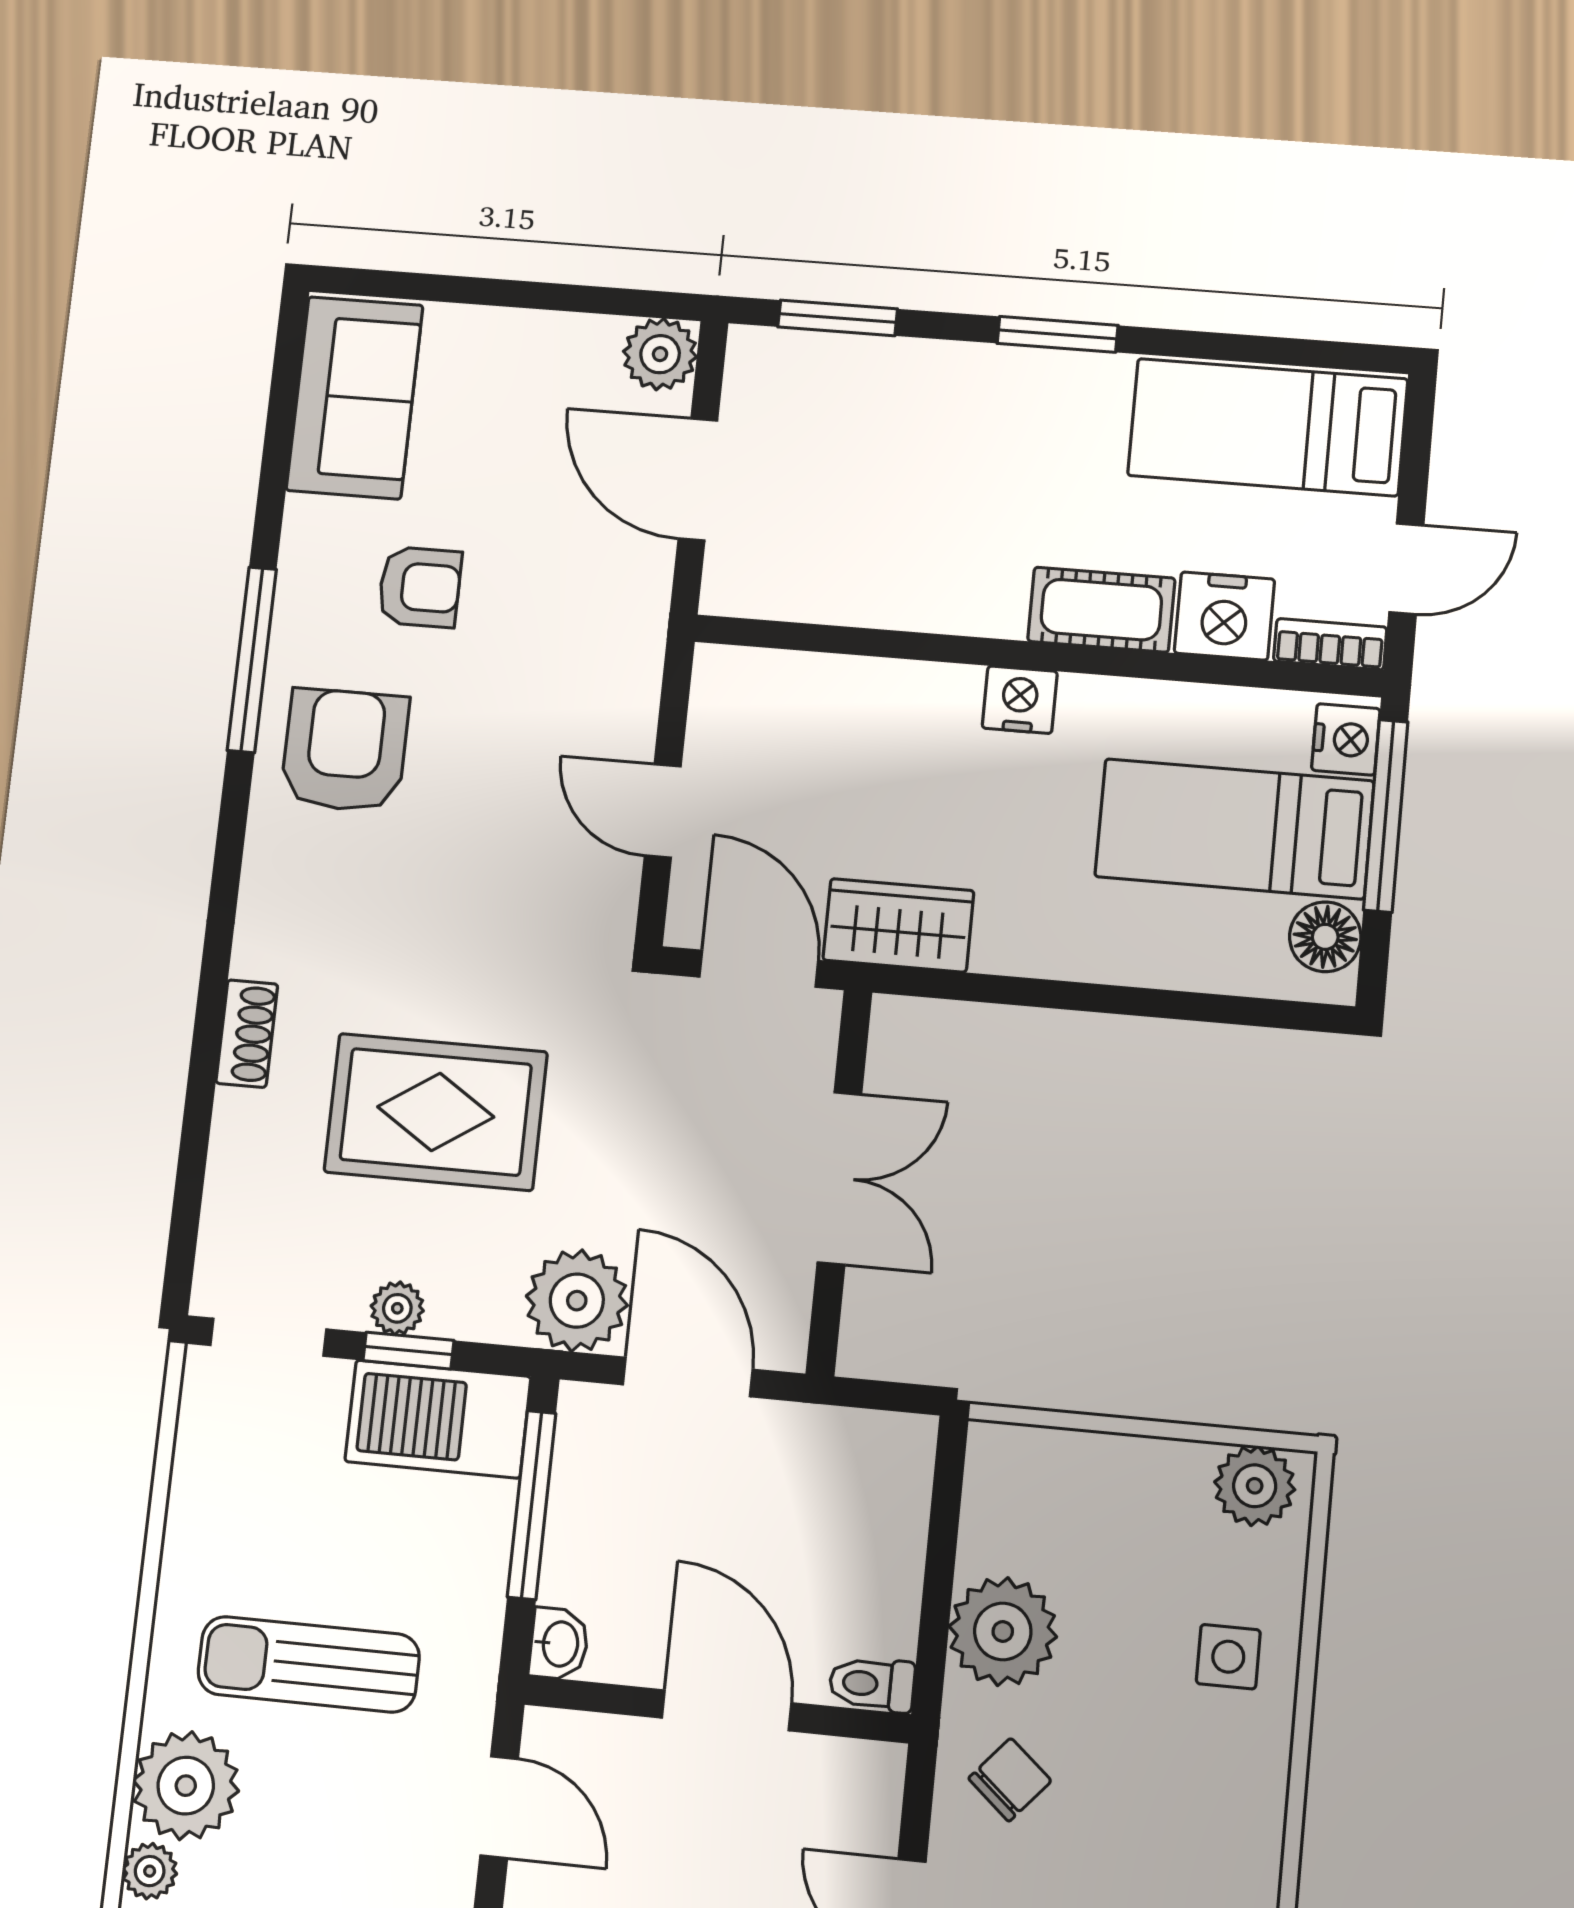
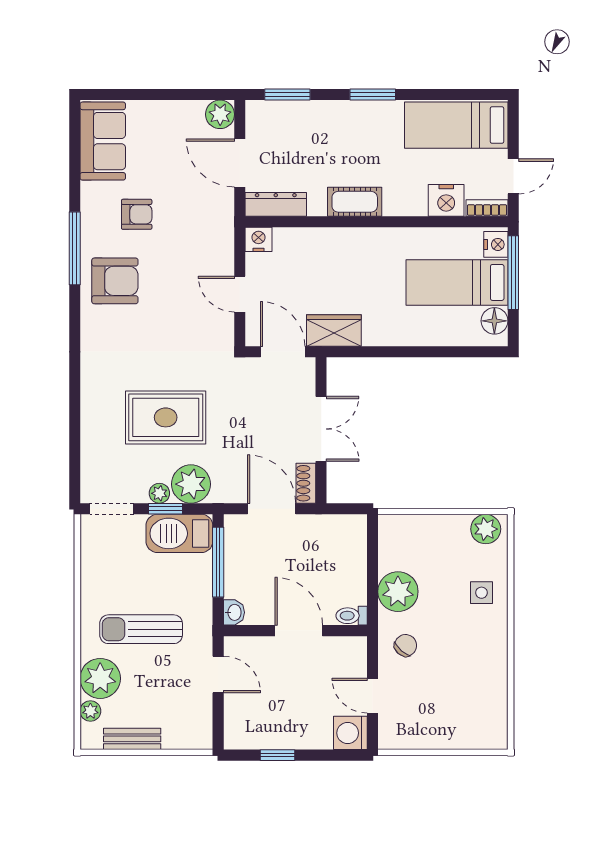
dresser: (780, 591) -> (276, 204), added
cot: (1101, 610) -> (355, 202), moved
nightstand: (1020, 700) -> (259, 239), moved
armchair: (345, 750) -> (115, 281), turned 90
shoe rack: (247, 1034) -> (306, 483), moved, turned 180
plant: (577, 1301) -> (191, 484), moved

